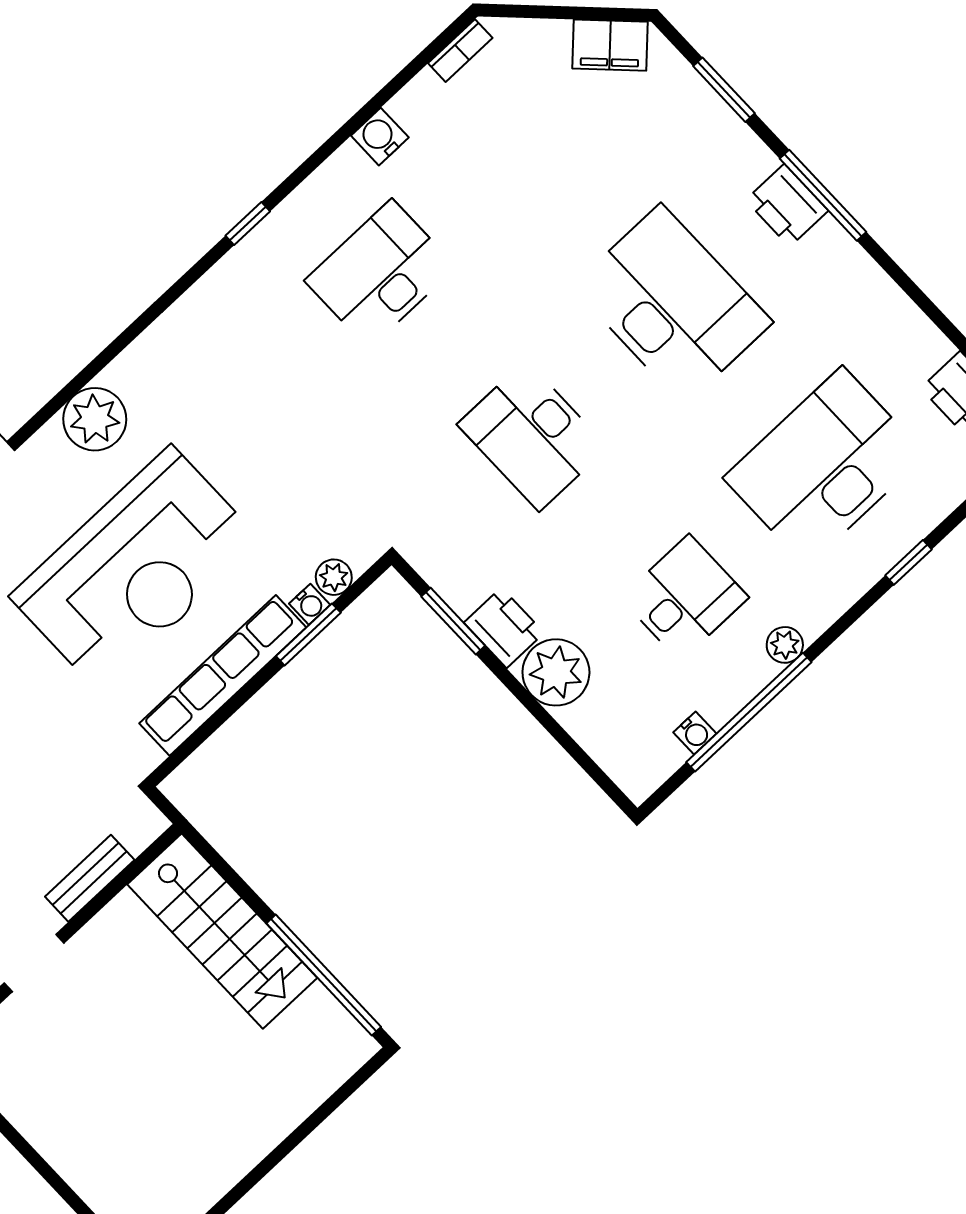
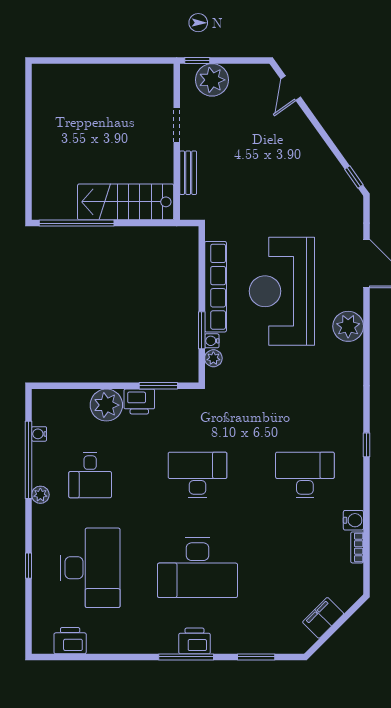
filing cabinet: (610, 45) -> (323, 618), moved
bookcase: (460, 51) -> (357, 547), moved
desk: (380, 274) -> (305, 475), turned -90

